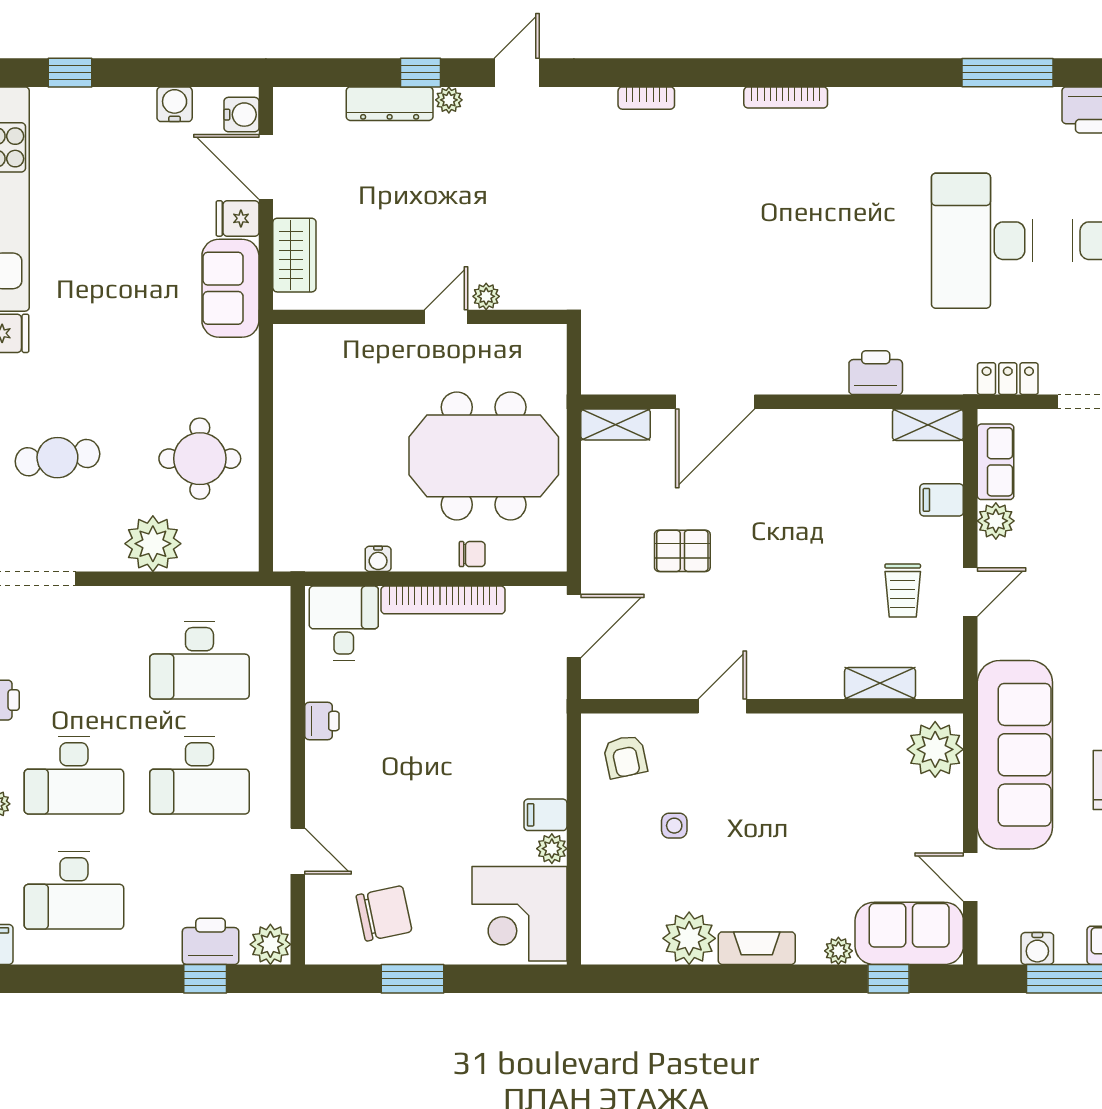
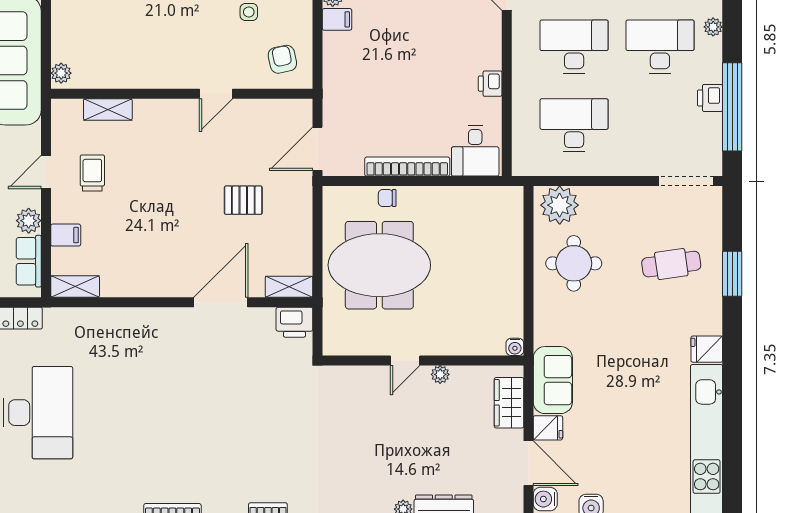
plant: (486, 296) -> (440, 374), moved
printer: (876, 373) -> (294, 322), moved
plant: (153, 544) -> (560, 205), moved
water cooler: (378, 559) -> (515, 347), moved, turned 180
plant: (935, 749) -> (61, 73), width x0.53, depth x0.53

